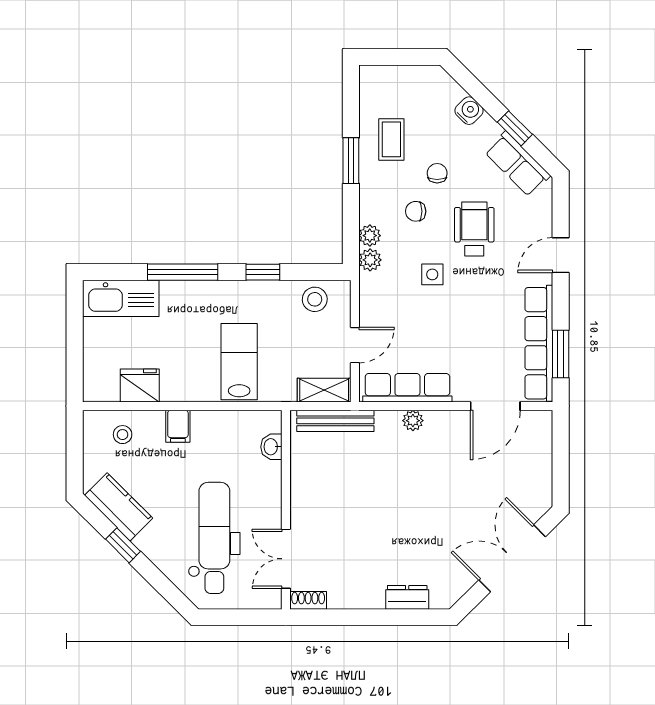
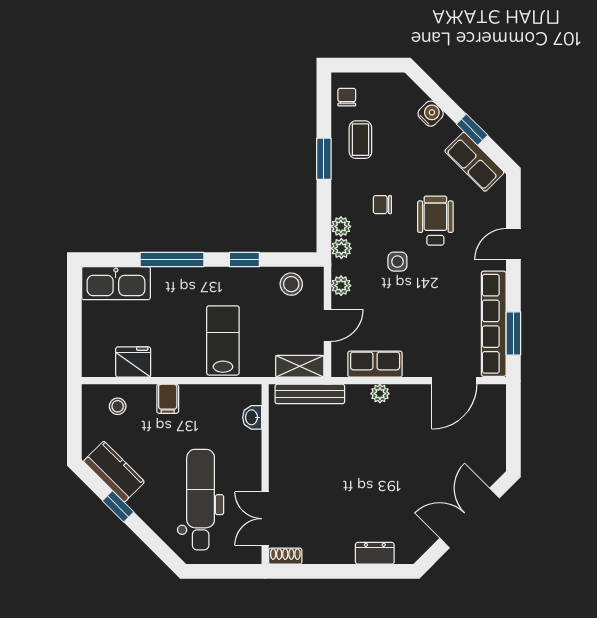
chair: (437, 173) -> (347, 97), moved
plant: (370, 301) -> (341, 286), added
row of seats: (407, 388) -> (375, 364), width x0.68

